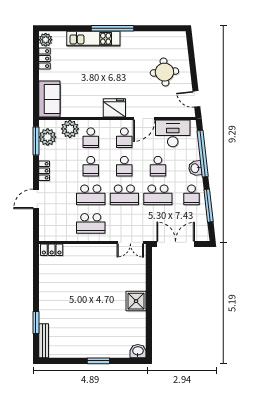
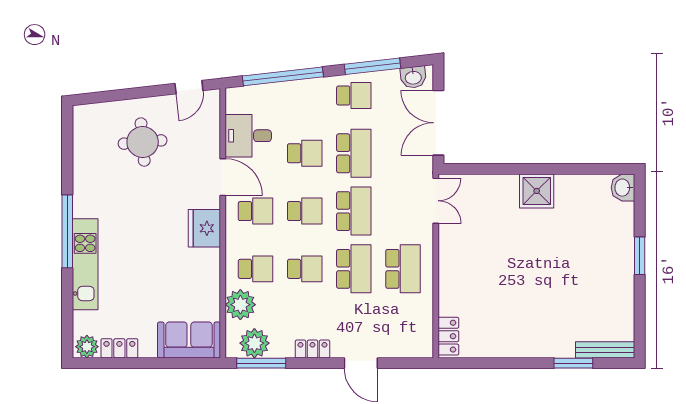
desk: (173, 133) -> (248, 136), width x0.73
washbasin: (195, 168) -> (413, 77), moved

